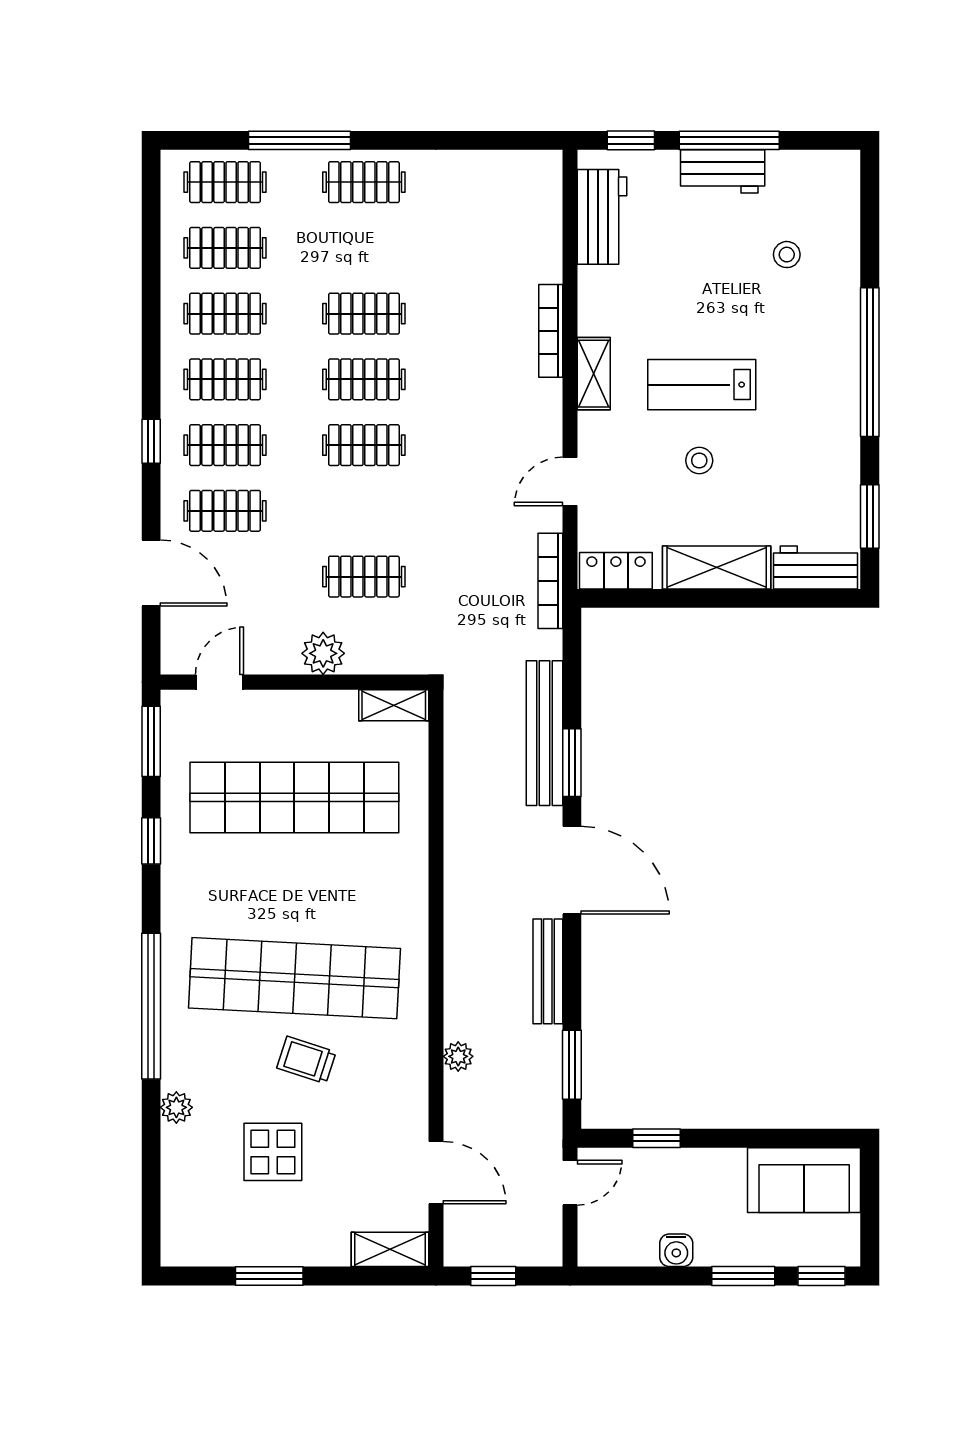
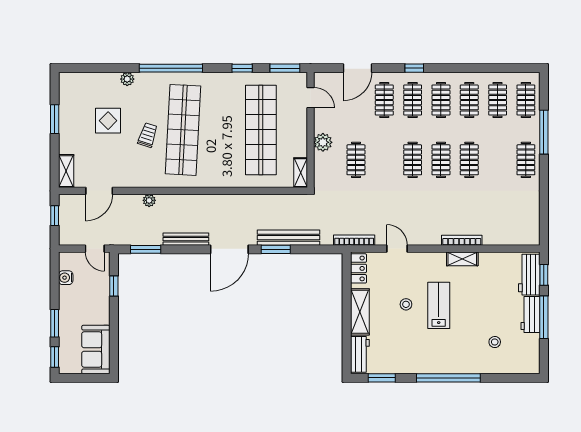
workbench: (602, 217) -> (529, 275), moved, turned 90
shelving: (594, 374) -> (462, 259), moved
water cooler: (676, 1250) -> (66, 278), moved

